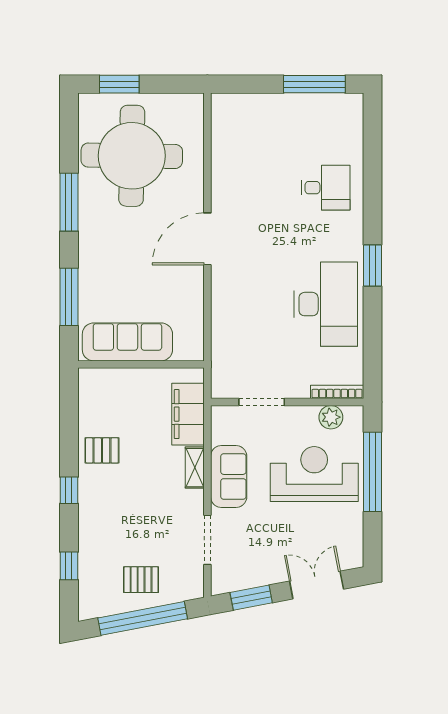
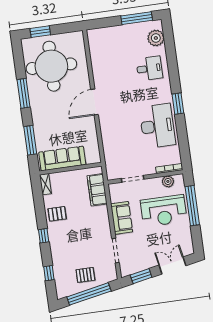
plant: (347, 129) -> (156, 38), added
shelving: (195, 468) -> (45, 184), moved
reception desk: (314, 474) -> (164, 211), turned 180

